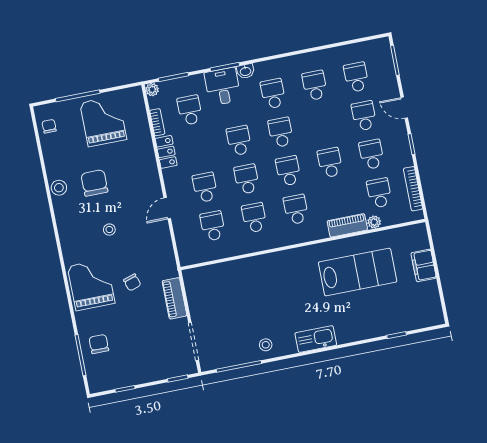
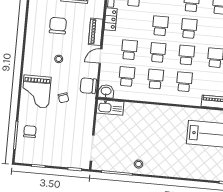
stool: (59, 188) -> (34, 22), removed
chair: (162, 255) -> (88, 86), added
washbasin: (190, 256) -> (106, 91), added
grand piano: (91, 285) -> (36, 91), turned 180
piano: (174, 298) -> (96, 32), moved
kitchen sink: (316, 339) -> (110, 107), moved, turned 180

